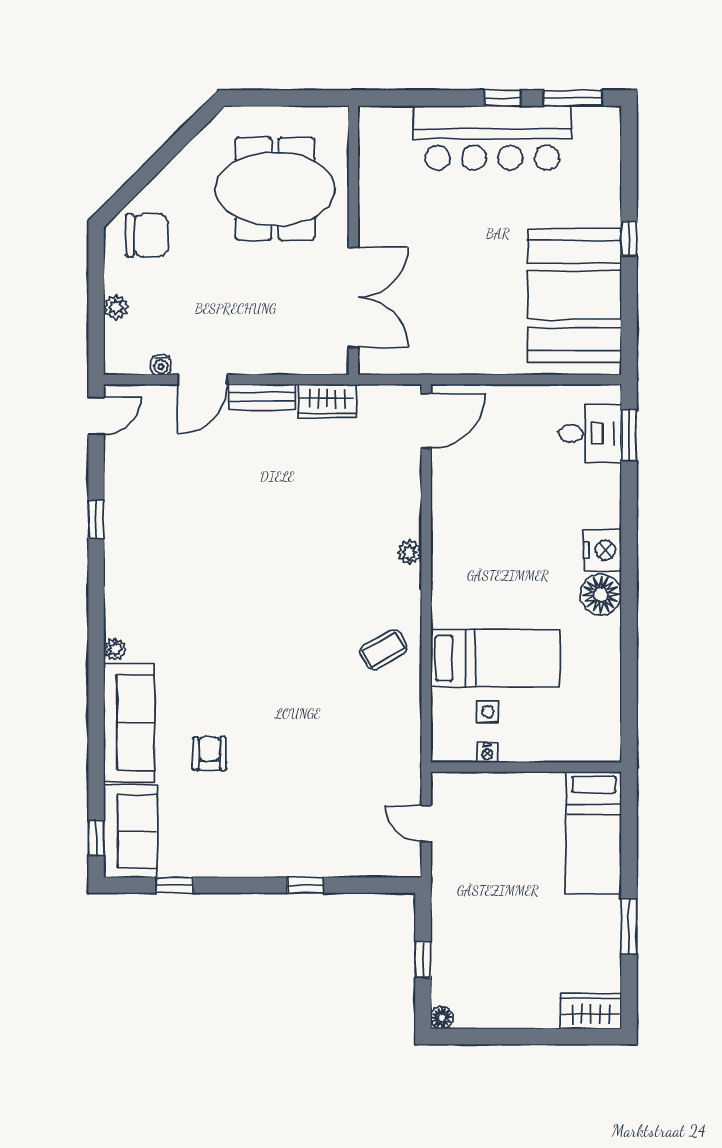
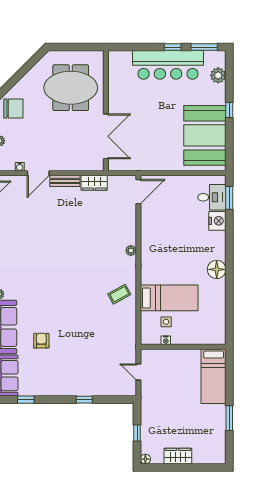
plant: (604, 161) -> (218, 75), added
nightstand: (602, 550) -> (217, 221), moved
wardrobe: (591, 1011) -> (178, 456), moved

